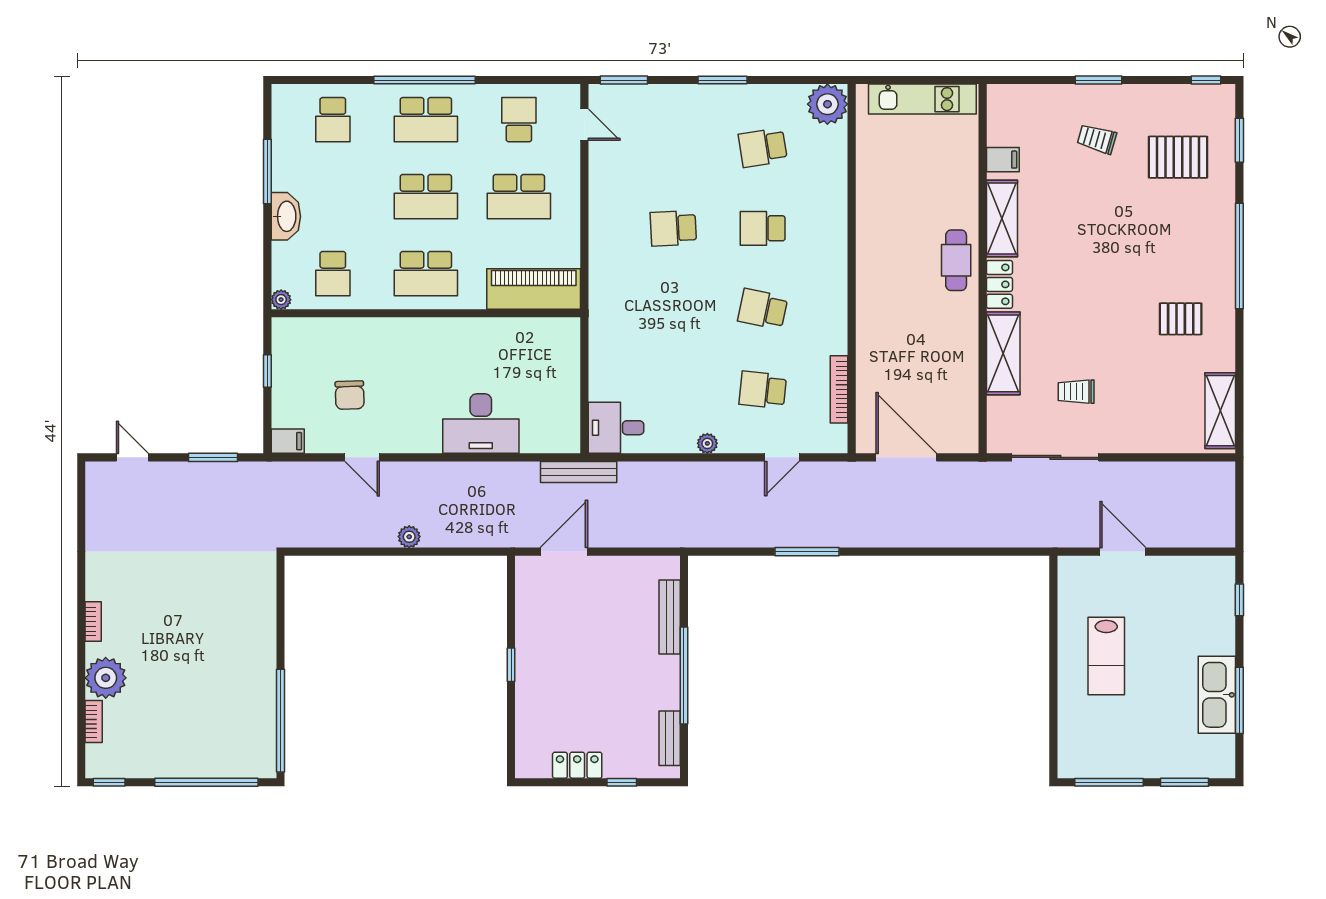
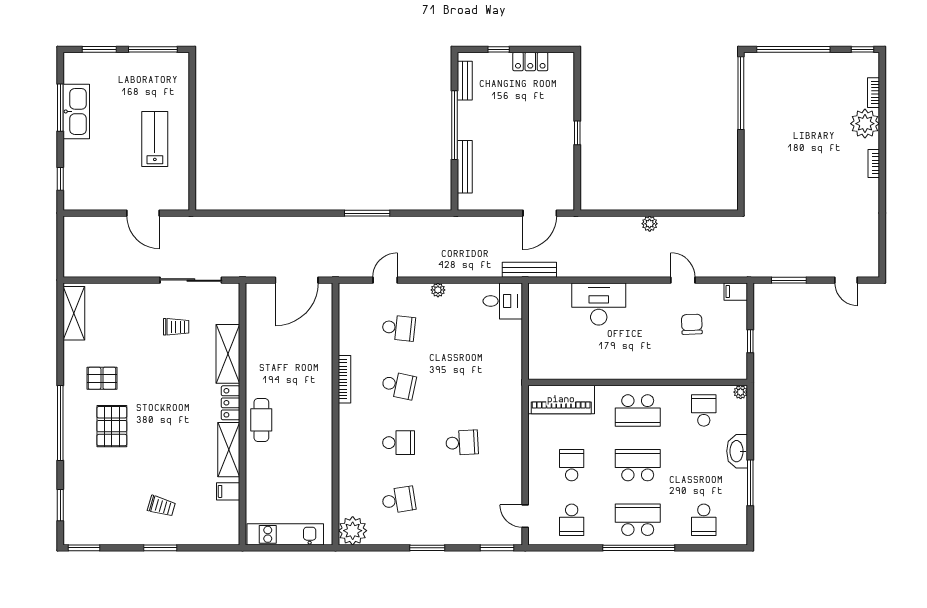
window: (1206, 80) -> (84, 548), width x1.50
school desk: (333, 120) -> (704, 520), turned 180
pallet: (1178, 157) -> (112, 426), moved, turned 90
school desk: (519, 197) -> (572, 465), width x0.54
school desk: (426, 274) -> (638, 410), turned 180
bookcase: (839, 389) -> (344, 379), moved
door: (906, 457) -> (297, 280), hinge flipped

